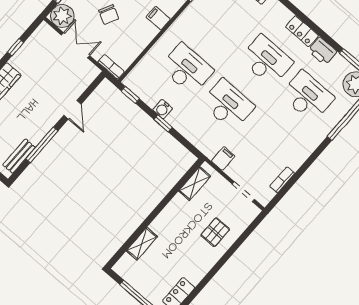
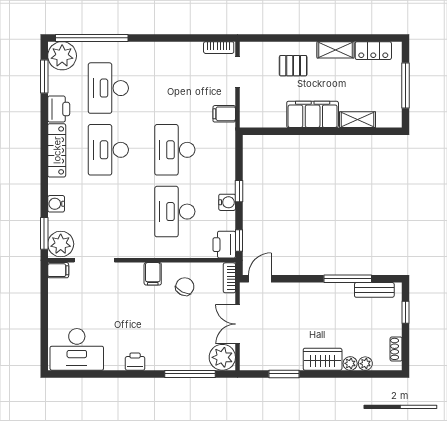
chair: (109, 15) -> (185, 287), moved
locker: (302, 31) -> (57, 150), width x1.53
window: (15, 47) -> (284, 374), width x1.50
printer: (136, 83) -> (224, 245), added
door: (73, 110) -> (260, 279), moved
bookcase: (282, 180) -> (219, 48), moved
shelving: (195, 184) -> (335, 50), moved
filing cabinet: (171, 217) -> (313, 114), added

